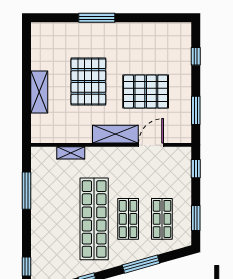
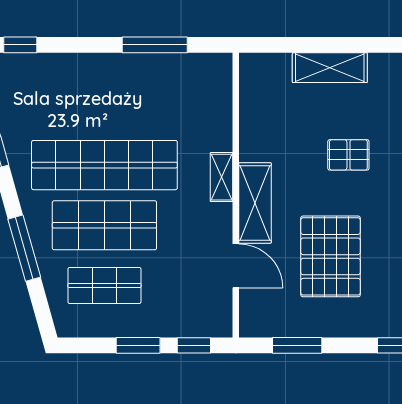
pallet: (88, 81) -> (348, 155), width x0.49, depth x0.50
shelving: (71, 153) -> (222, 177), moved
window: (196, 218) -> (138, 345), moved
shop shelf: (128, 219) -> (104, 225), width x1.43, depth x1.36

